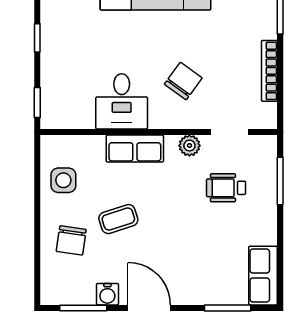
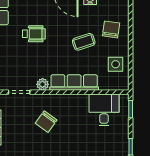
desk: (122, 101) -> (104, 110), moved
row of seats: (135, 149) -> (74, 83), width x1.48
wheelchair: (226, 188) -> (34, 34), moved

